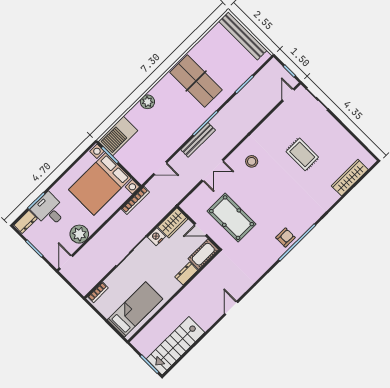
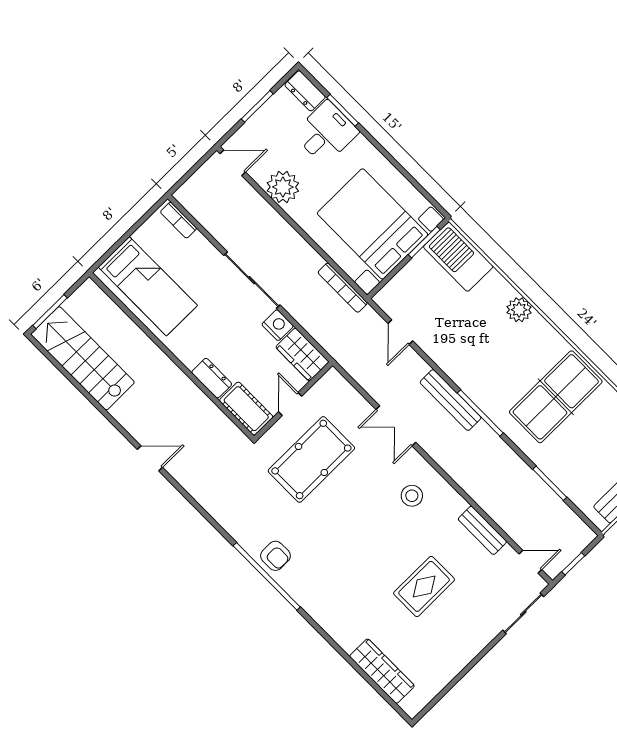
bench: (271, 122) -> (482, 530), added

